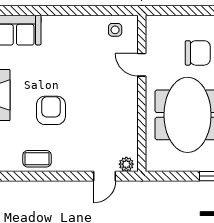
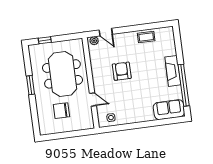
armchair: (51, 110) -> (122, 71), moved, turned 180
door: (105, 176) -> (106, 32), swing flipped

